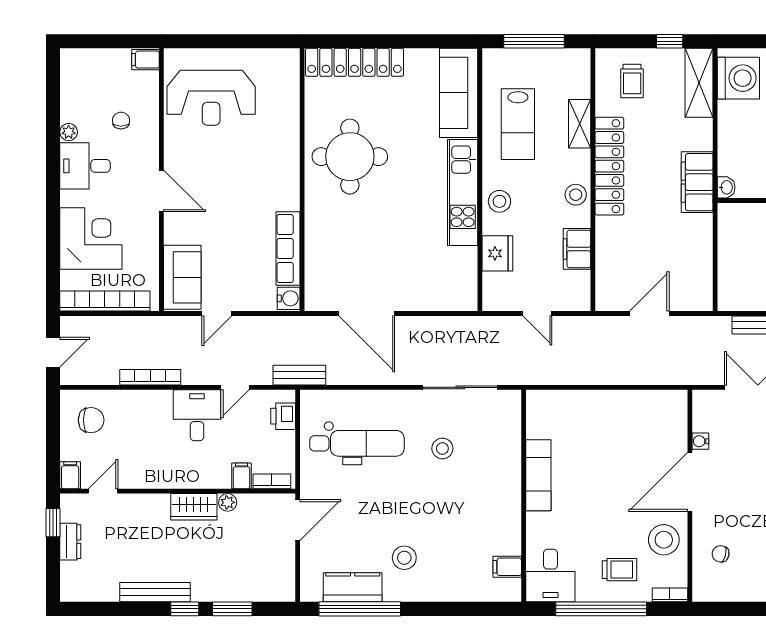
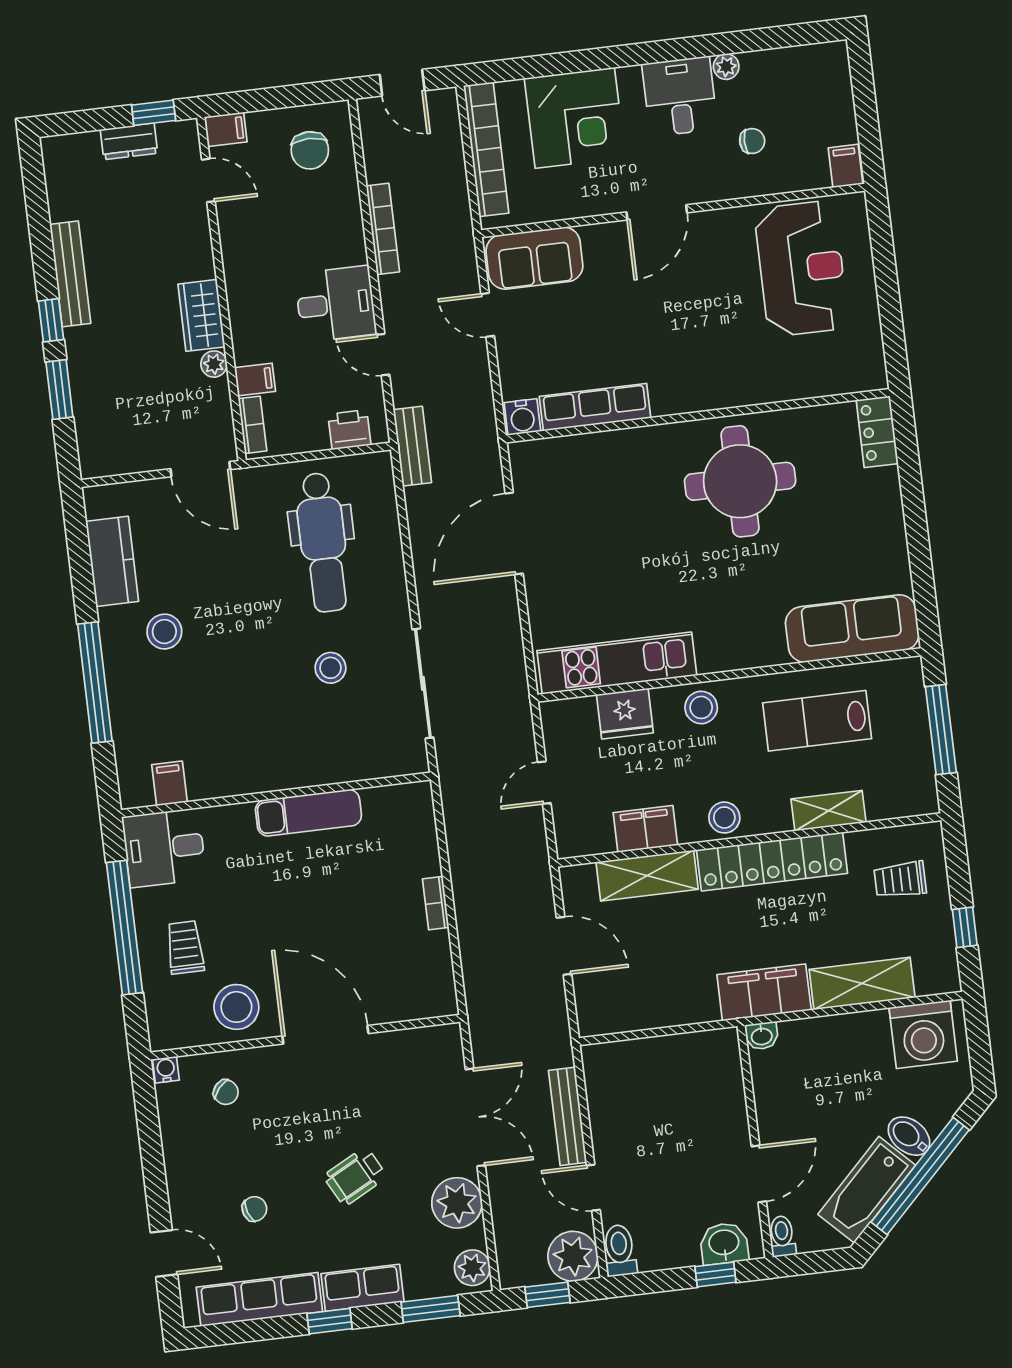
locker: (355, 62) -> (877, 432), width x0.46, depth x0.83
shelving: (699, 83) -> (862, 983), moved
reception desk: (211, 98) -> (801, 269), turned 180
kitchen unit: (463, 193) -> (617, 663), moved
shelving: (609, 252) -> (647, 876), added
water cooler: (700, 441) -> (166, 1070), moved
chair: (721, 554) -> (226, 1092), turned 117
trolley: (619, 570) -> (185, 947), turned 180
bookcase: (670, 595) -> (436, 903), moved, turned 180
window: (360, 609) -> (95, 682), moved

